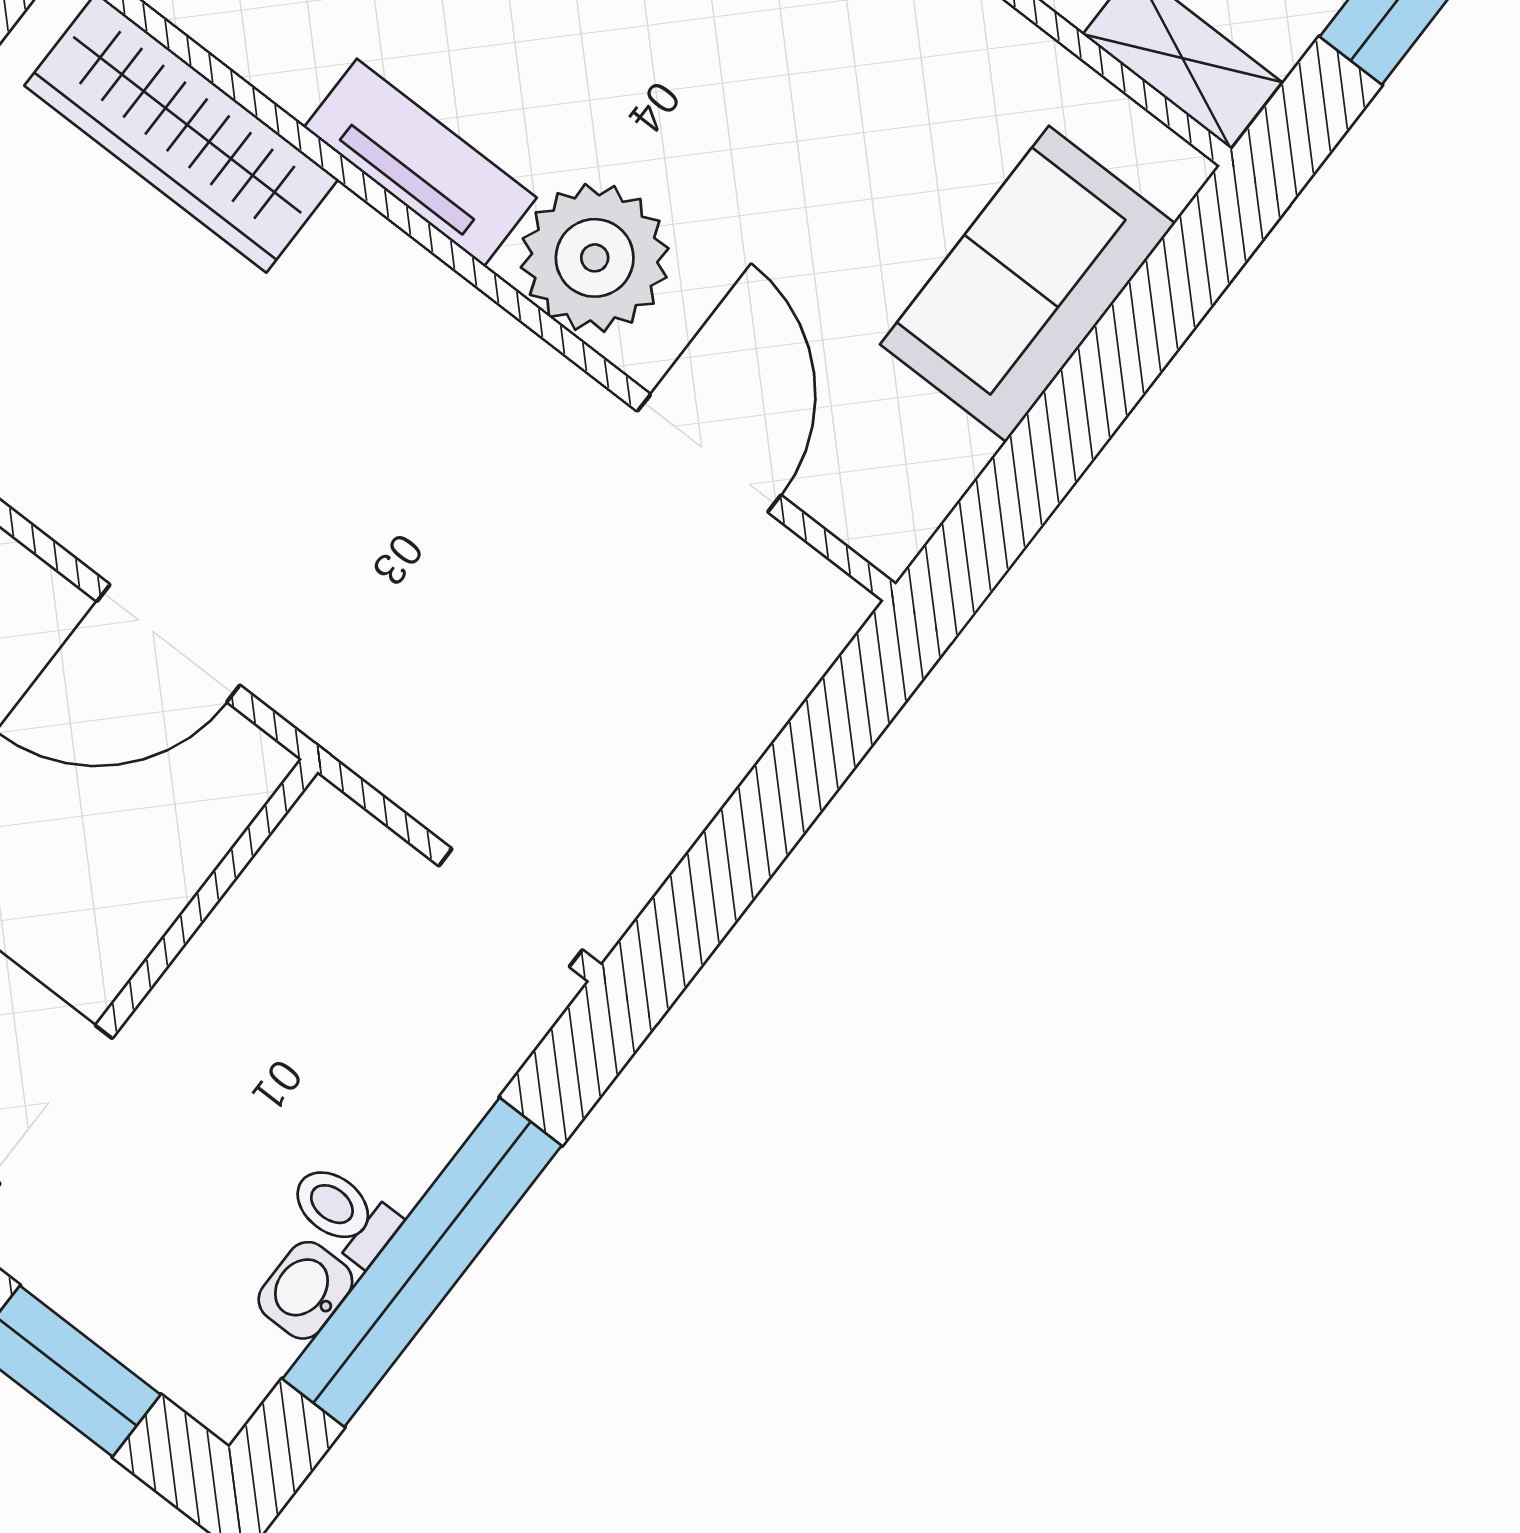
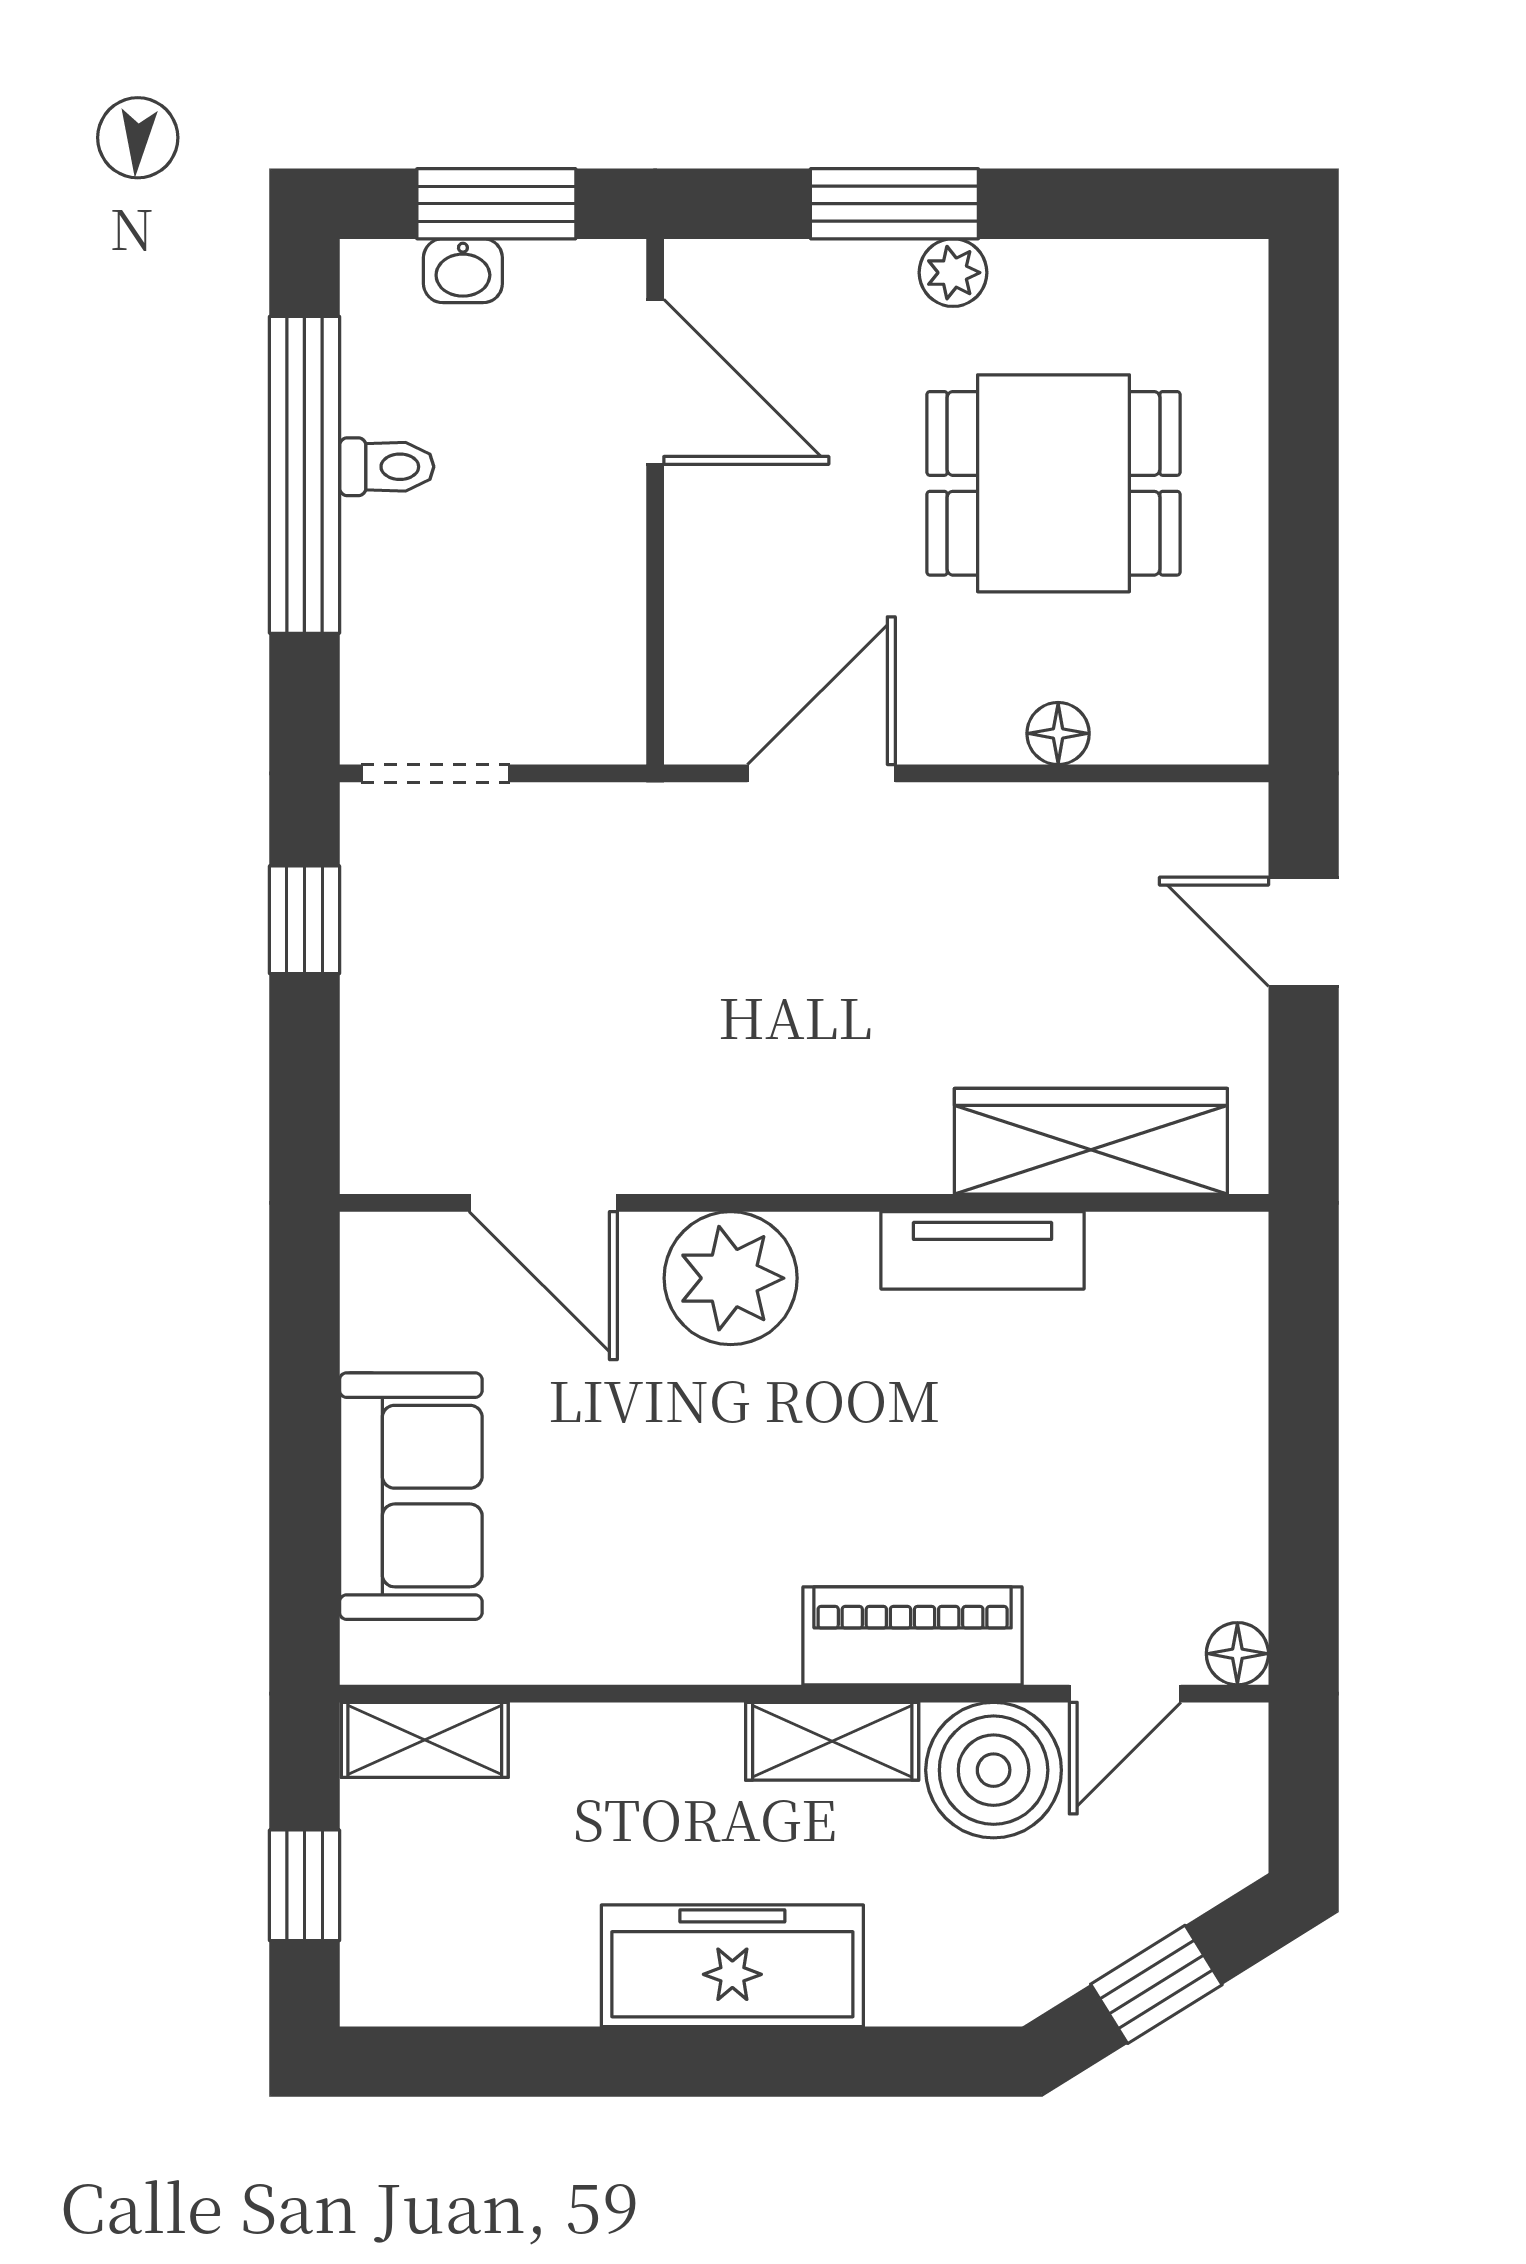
tv unit: (420, 163) -> (983, 1250), moved
window: (727, 868) -> (304, 920), added
washbasin: (305, 1290) -> (463, 271), moved, turned 90

